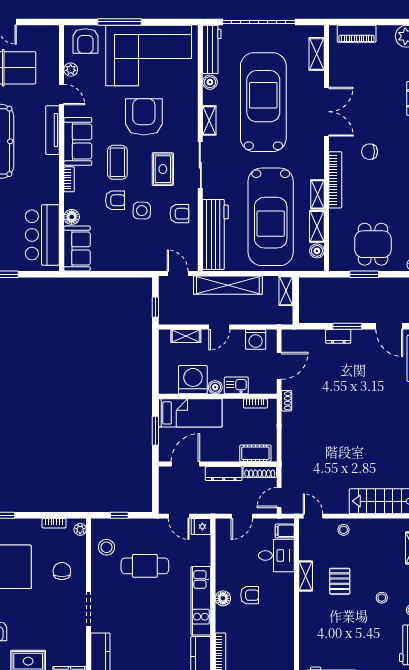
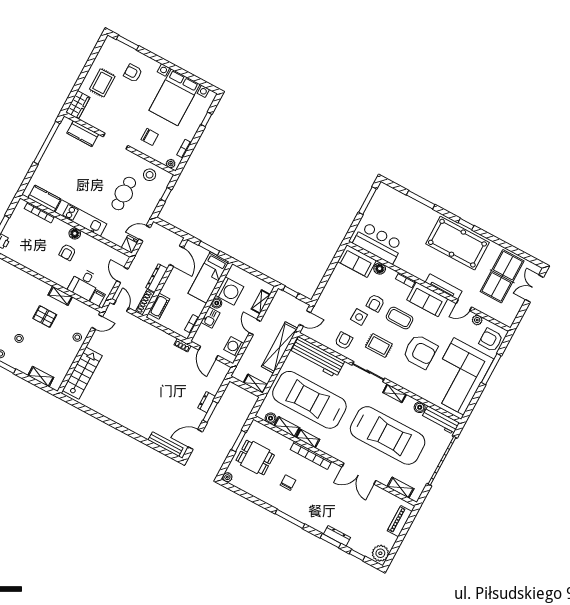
chair: (370, 152) -> (288, 483), moved
armchair: (179, 214) -> (344, 341), turned 180

